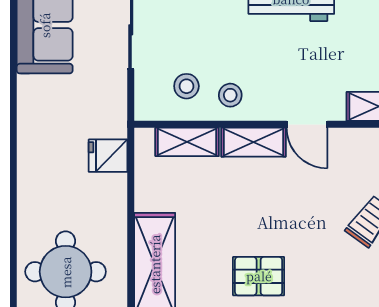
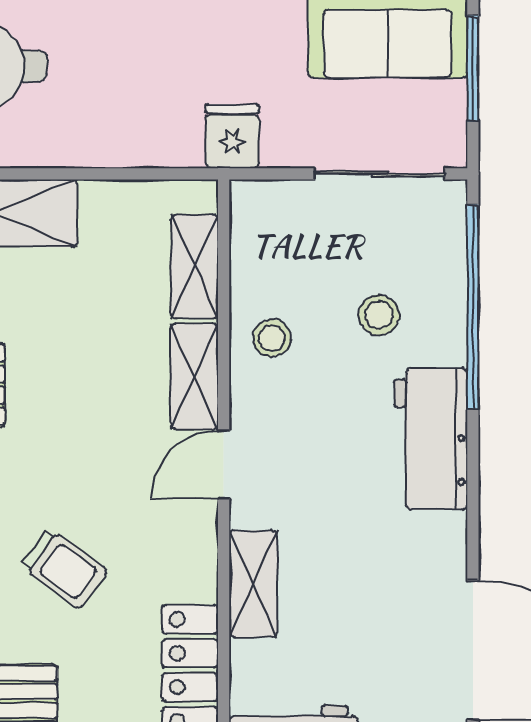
stool: (186, 86) -> (379, 315), moved
fridge: (108, 156) -> (232, 136), moved

